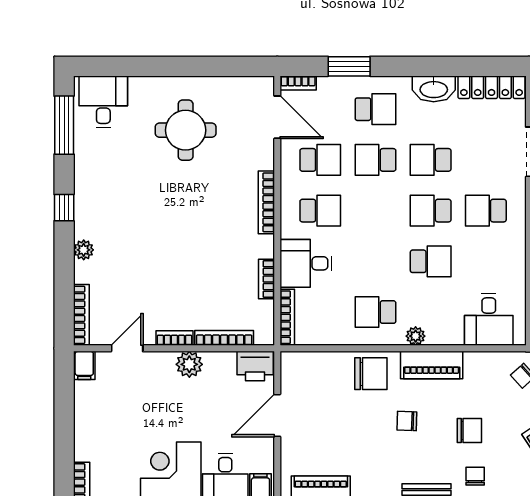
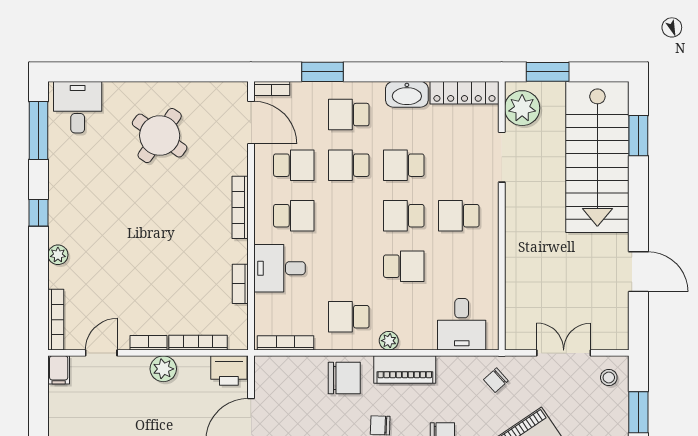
school desk: (375, 109) -> (349, 115), turned 180
round table: (186, 130) -> (160, 136), turned 35
bookcase: (287, 317) -> (285, 343), moved, turned -90

